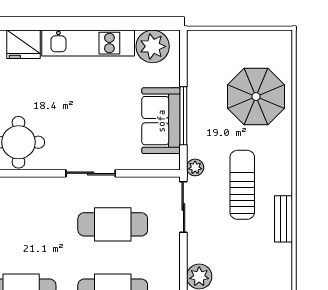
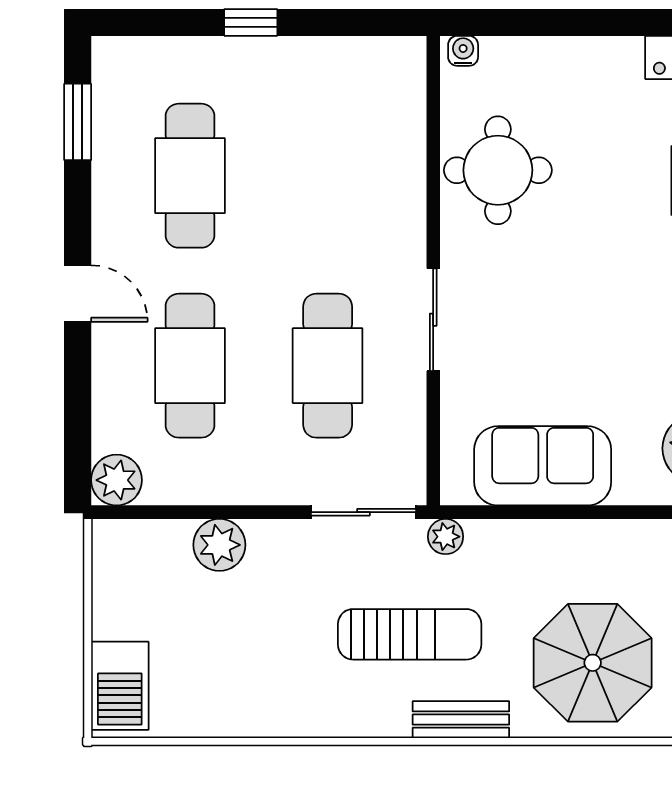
window: (183, 116) -> (553, 512), removed
bench: (283, 219) -> (461, 720), moved

